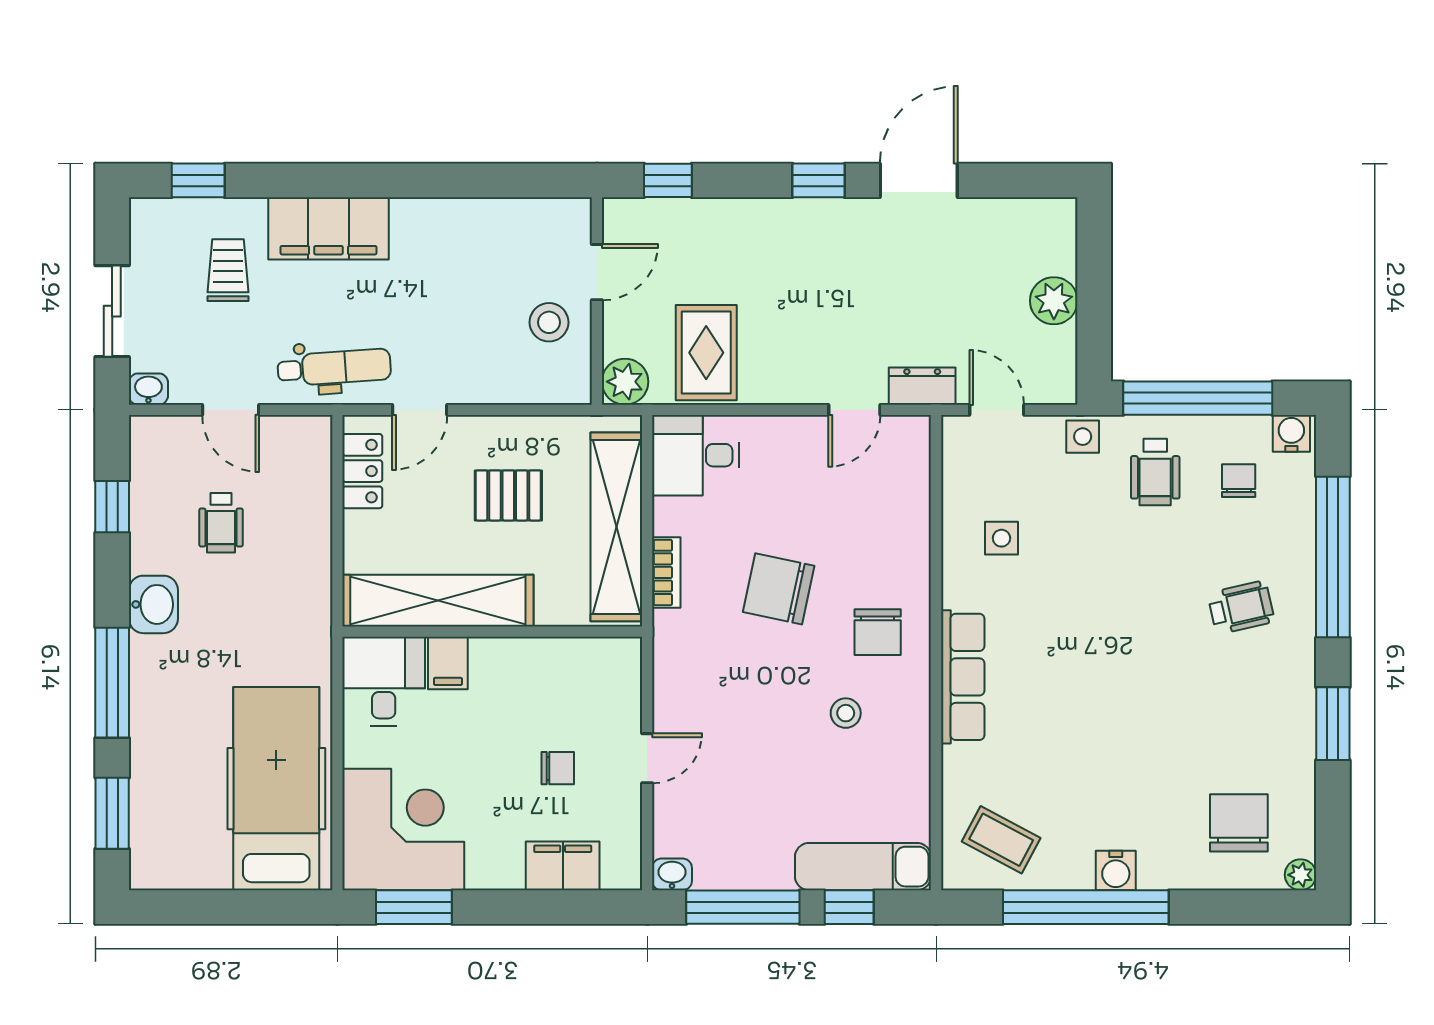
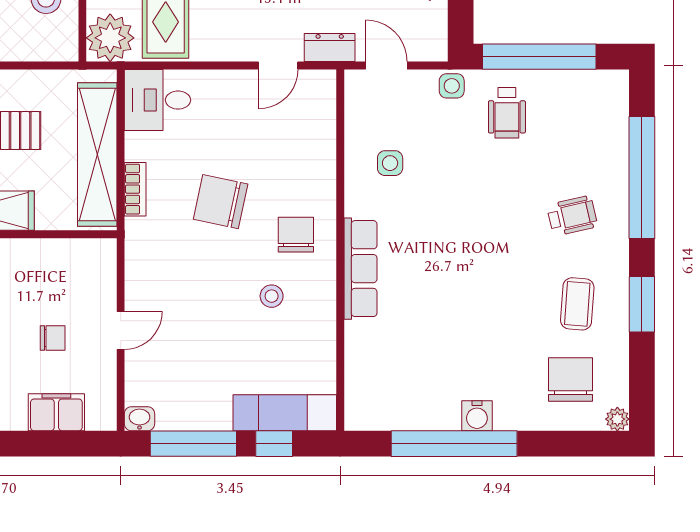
plant: (625, 382) -> (110, 38), width x1.36, depth x1.36
water cooler: (1291, 433) -> (610, 83), removed
chair: (1239, 481) -> (570, 119), removed
chair: (878, 632) -> (296, 235), turned 180
coffee table: (1001, 840) -> (577, 304), moved, turned 66

